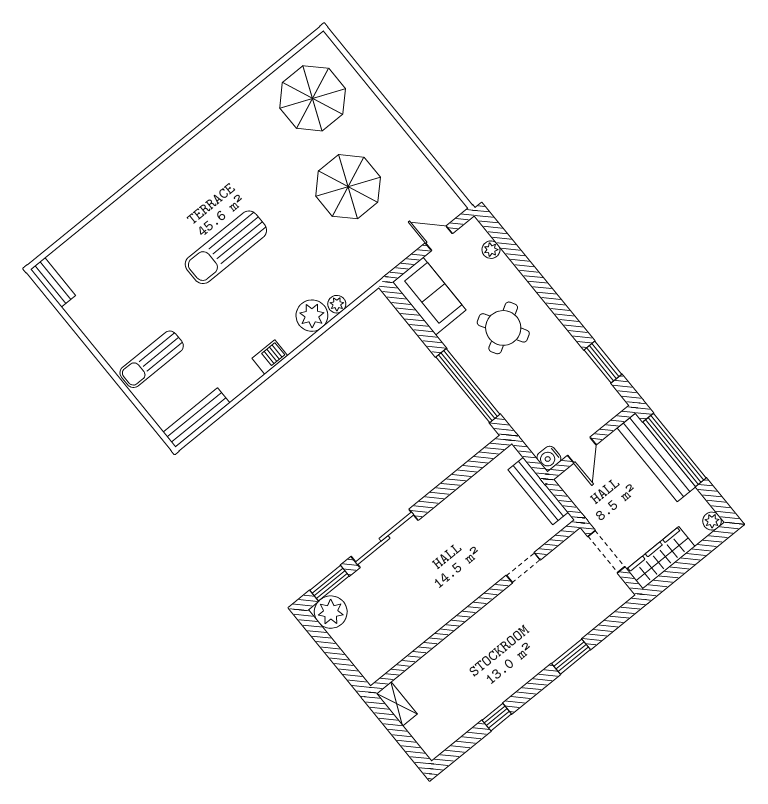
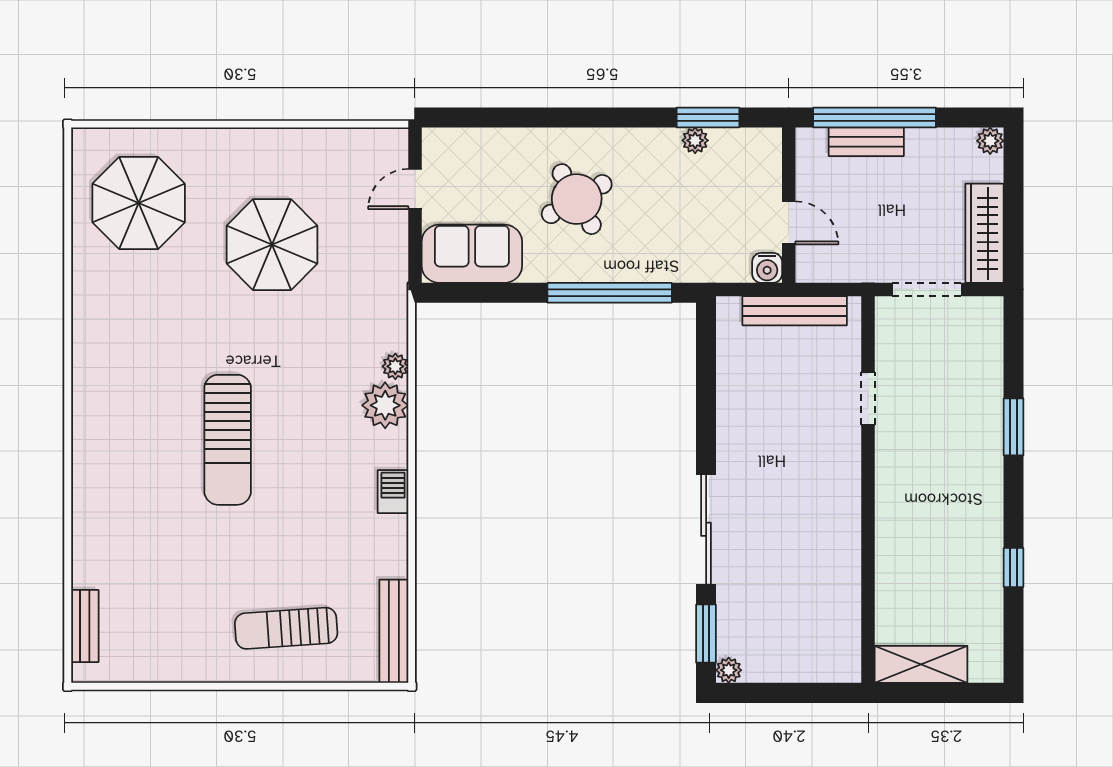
plant: (491, 250) -> (695, 140), moved
bench: (53, 282) -> (85, 626), moved, turned 90
sun lounger: (152, 359) -> (286, 628), turned 86
bench: (657, 457) -> (866, 142), width x0.54, depth x0.82
plant: (331, 612) -> (729, 670), width x0.53, depth x0.53
shelving: (397, 704) -> (921, 664), width x1.50, depth x1.33

